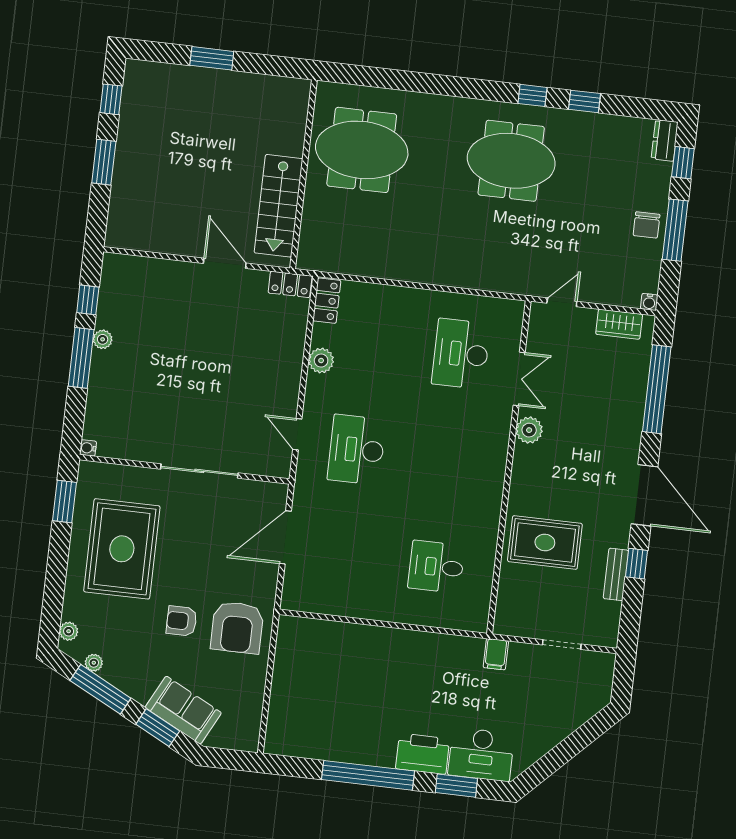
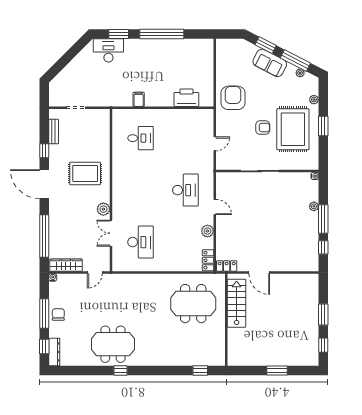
window: (585, 101) -> (200, 370), moved
dresser: (665, 140) -> (54, 352), width x1.44
meeting table: (362, 150) -> (193, 304), moved
meeting table: (511, 161) -> (113, 344), moved
wardrobe: (619, 324) -> (66, 265), width x1.50
plant: (103, 339) -> (314, 206), moved
door: (297, 434) -> (215, 207), moved
window: (65, 502) -> (323, 126), moved
door: (285, 537) -> (215, 144), width x0.53
rug: (545, 543) -> (85, 173), moved
bench: (616, 574) -> (54, 132), moved
armchair: (182, 621) -> (263, 128), moved
plant: (69, 631) -> (314, 100), moved
filing cabinet: (496, 654) -> (139, 99), moved
sofa: (183, 710) -> (270, 63), moved
printer: (423, 754) -> (186, 98), moved, turned 180

